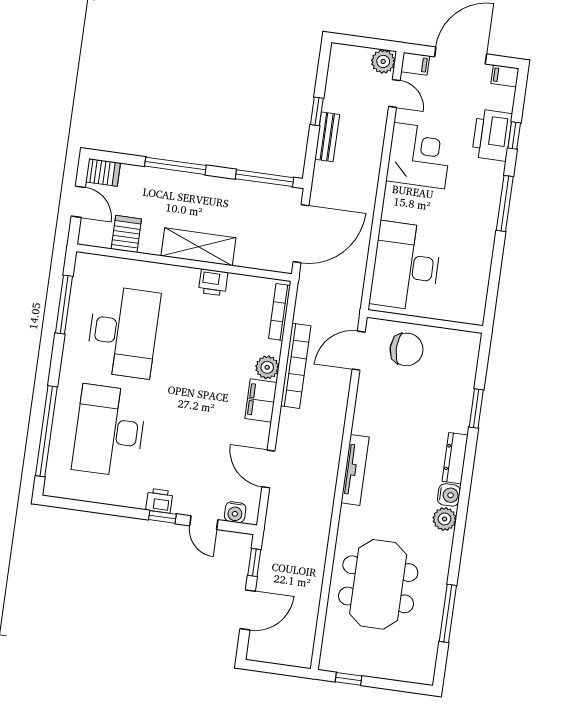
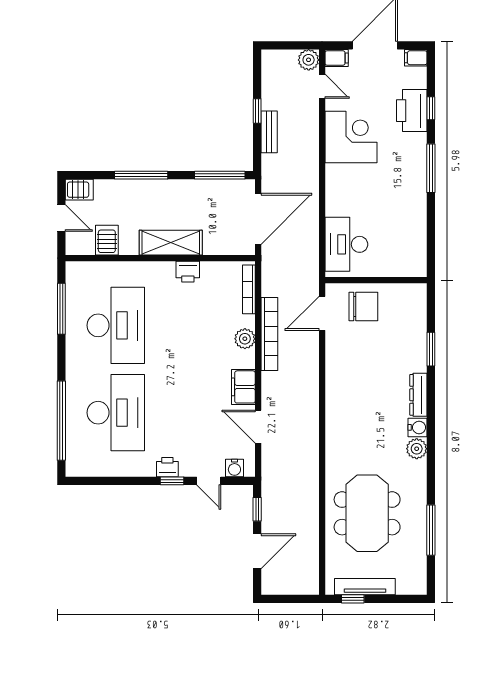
desk: (406, 266) -> (346, 244), width x0.73, depth x0.77
filing cabinet: (261, 401) -> (243, 387), moved
desk: (109, 431) -> (116, 413), turned 180
tv unit: (355, 470) -> (365, 587), moved, turned -90

